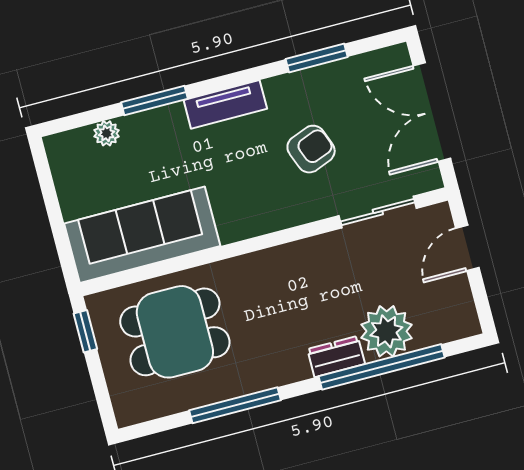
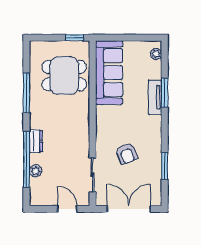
tv unit: (225, 104) -> (155, 97), moved
plant: (107, 133) -> (156, 54), moved
plant: (386, 331) -> (36, 171), width x0.53, depth x0.53
dining table: (175, 332) -> (64, 76), turned 90

